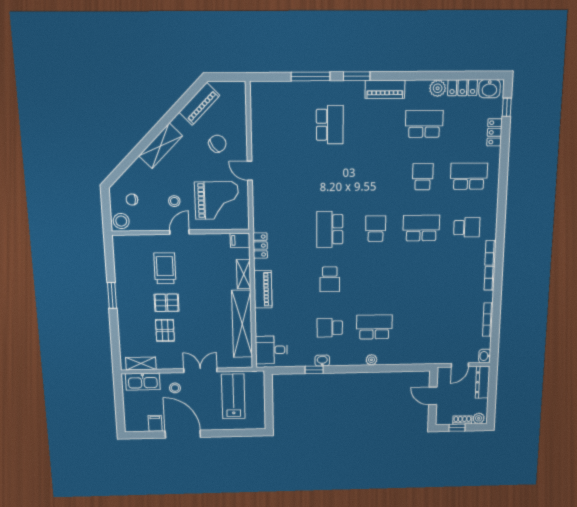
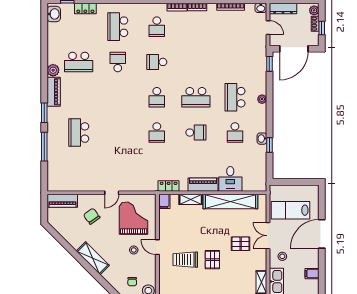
plant: (438, 88) -> (53, 70), moved
locker: (462, 88) -> (53, 34), removed
piano: (199, 104) -> (62, 201), moved, turned 135
school desk: (424, 124) -> (79, 62), turned -90
school desk: (330, 125) -> (79, 133), turned -90
school desk: (423, 177) -> (118, 62), turned 90
school desk: (467, 227) -> (157, 27), turned 180
school desk: (421, 228) -> (157, 62), width x0.54
school desk: (330, 229) -> (157, 133), width x0.54
school desk: (376, 229) -> (157, 97), turned -90
school desk: (375, 279) -> (196, 97), added
pallet: (165, 330) -> (241, 244), moved
desk: (271, 350) -> (230, 179), moved
window: (415, 368) -> (269, 64), added
door: (433, 396) -> (294, 49), width x1.87
door: (183, 434) -> (322, 234), moved

